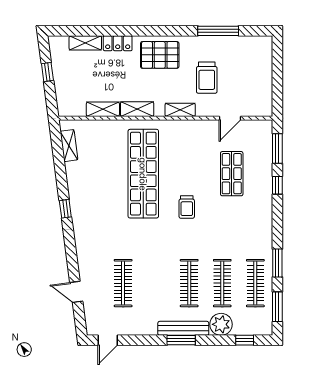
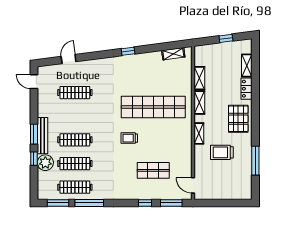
door: (230, 118) -> (193, 185), moved
window: (277, 263) -> (89, 203), width x1.44
window: (245, 340) -> (34, 159), moved

